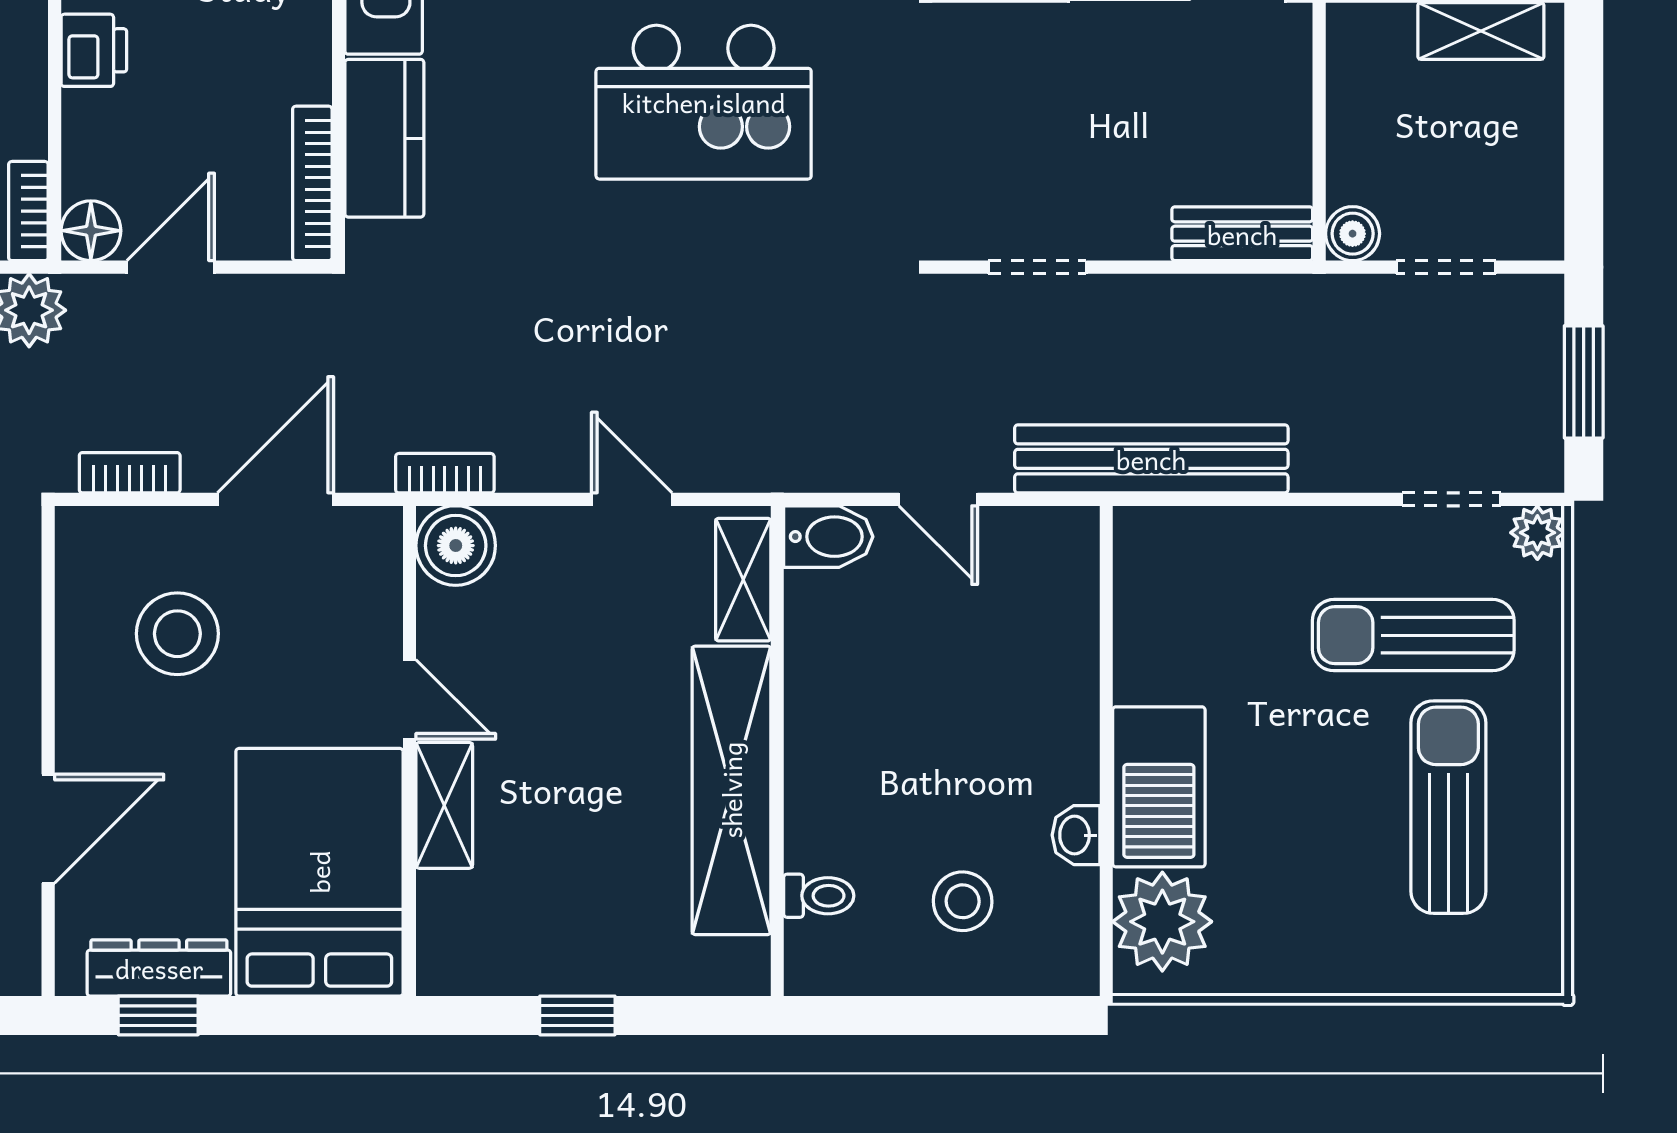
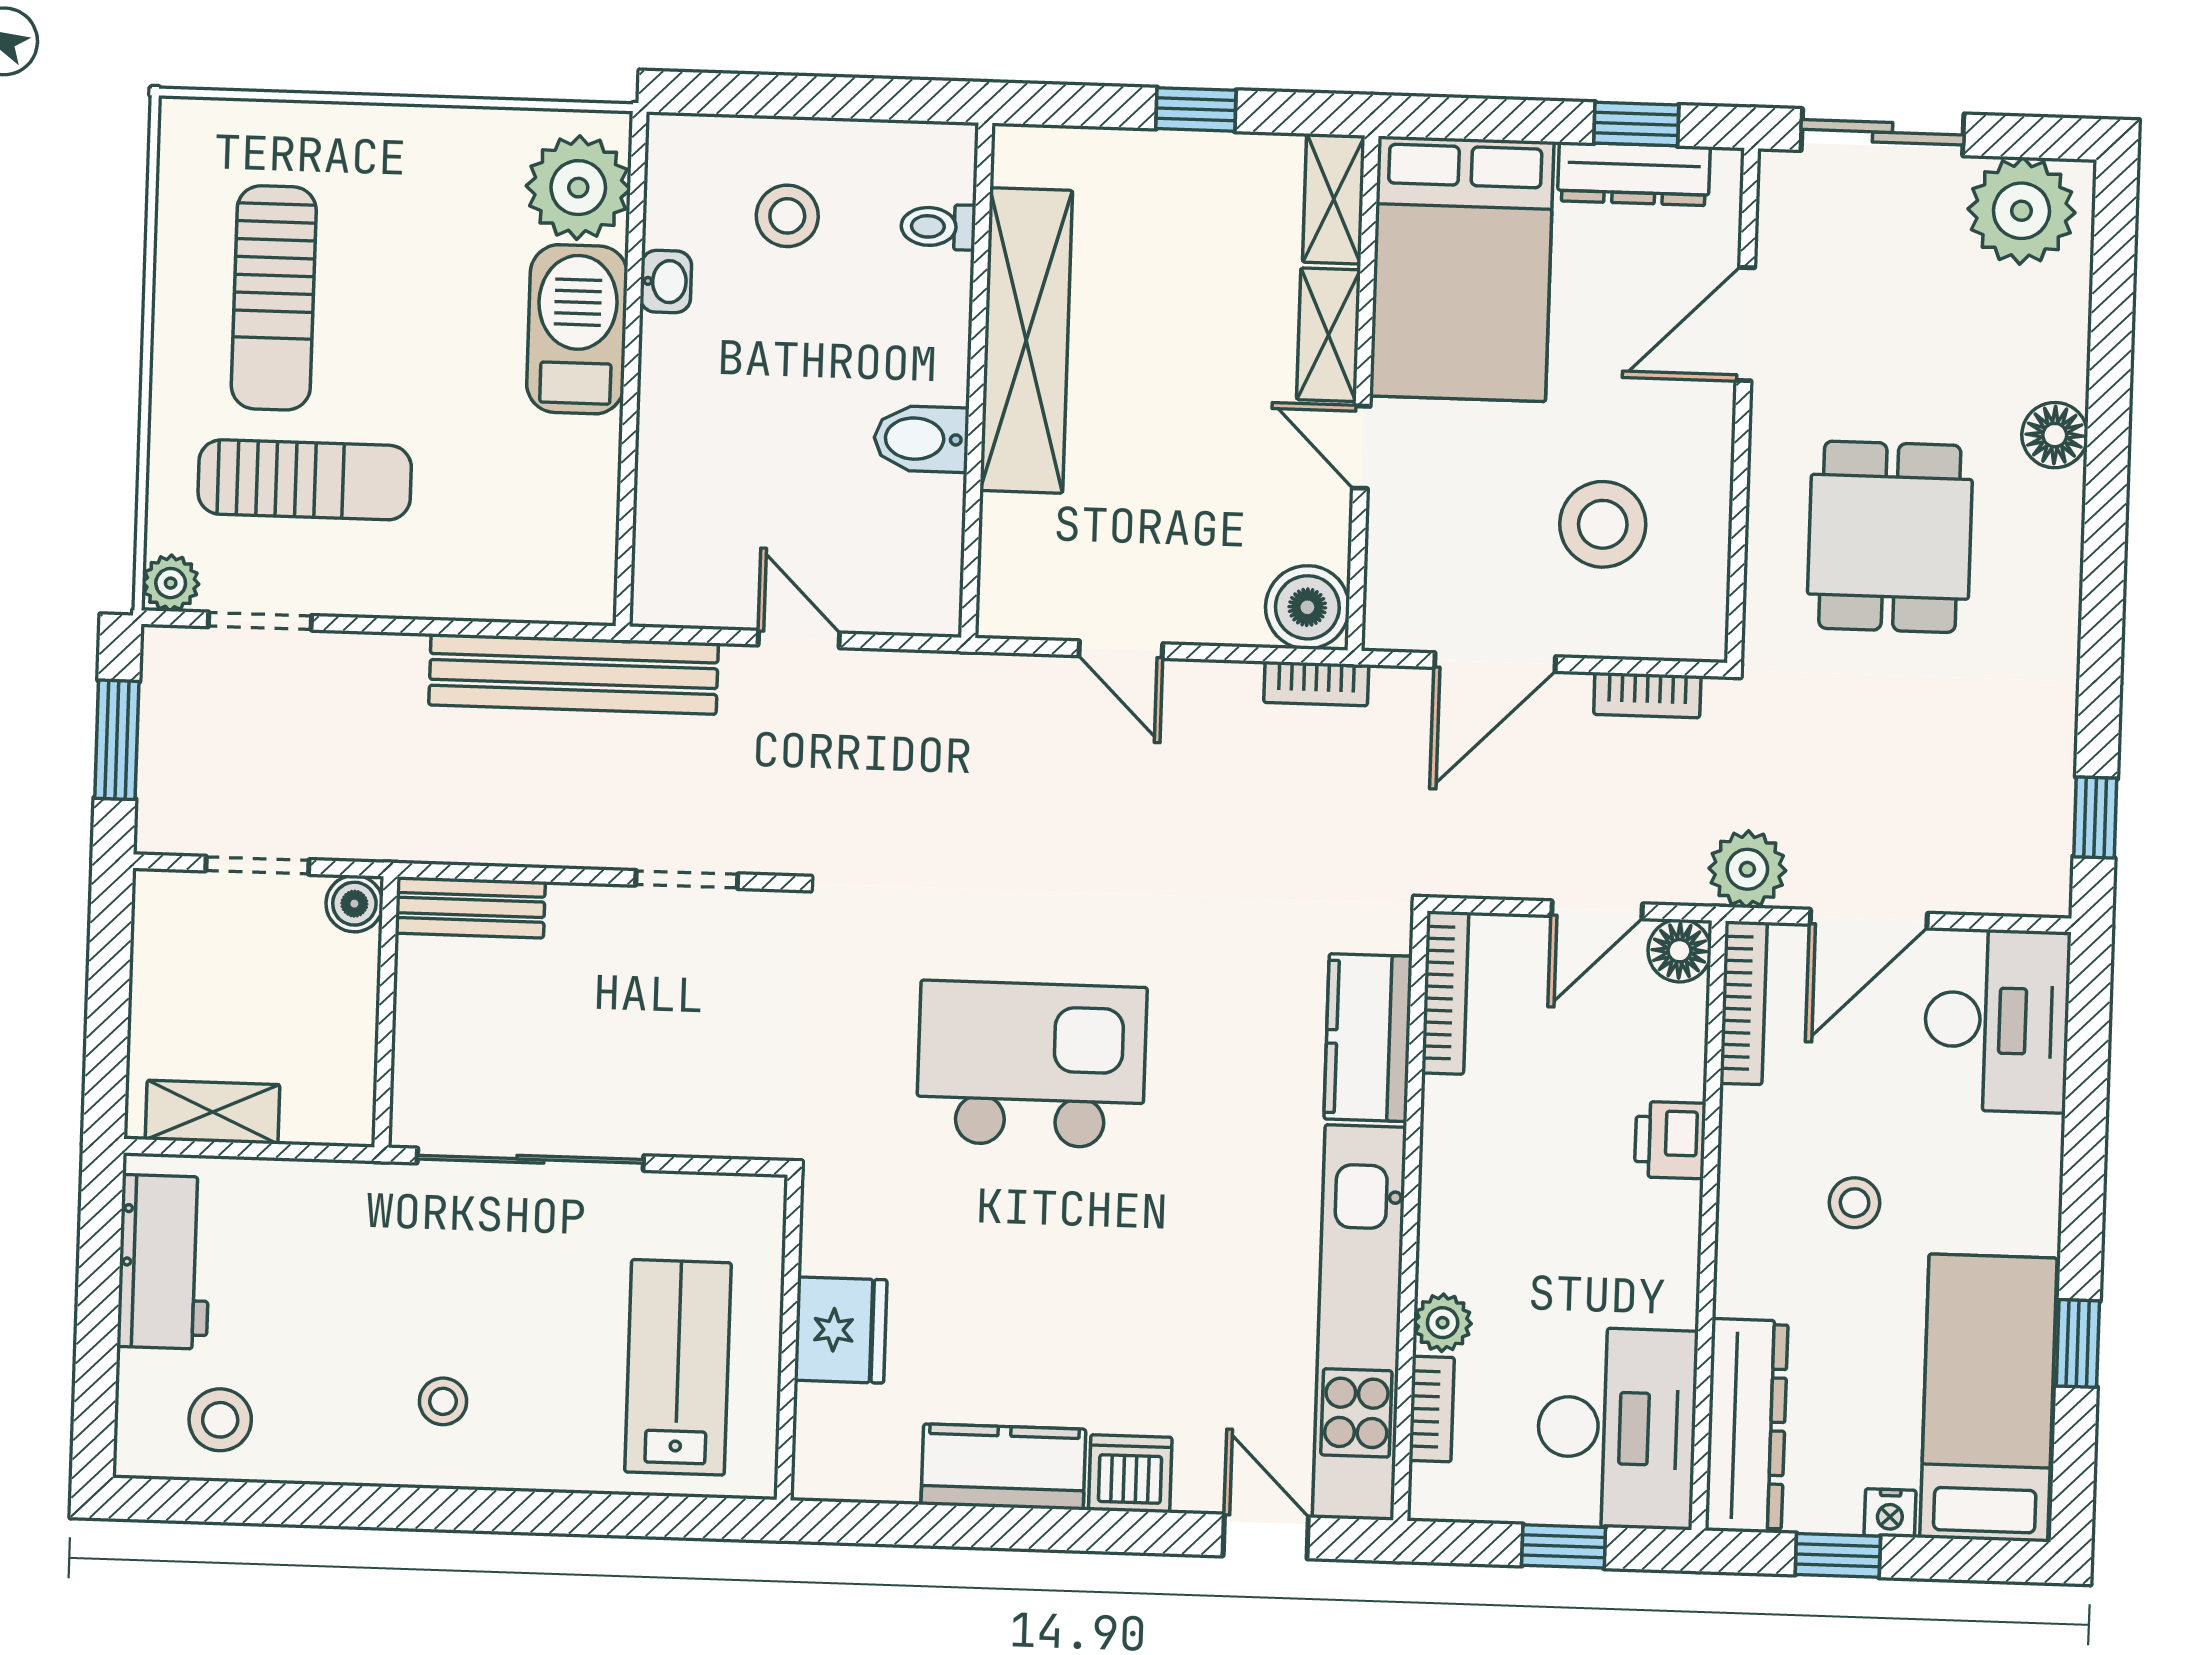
bookcase: (28, 211) -> (1744, 1003), width x1.56
bidet: (828, 537) -> (921, 439), moved
shelving: (743, 580) -> (1334, 199), moved

